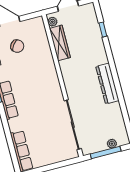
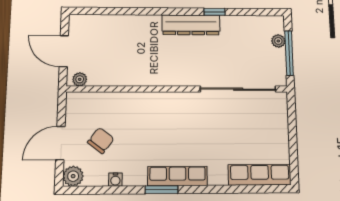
window: (103, 30) -> (214, 12), moved
wardrobe: (60, 43) -> (114, 77), removed

